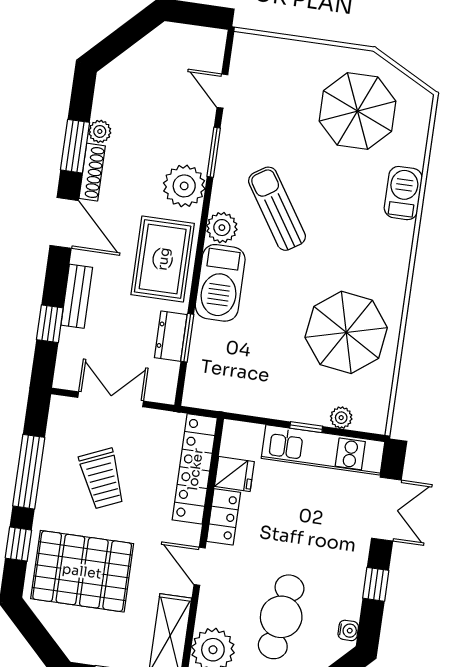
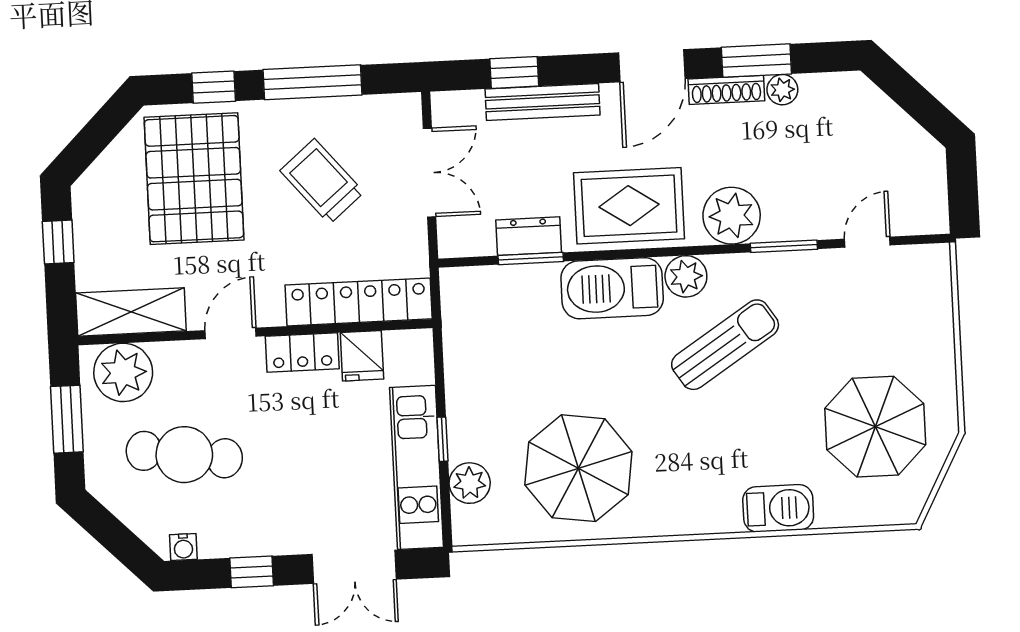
bench: (77, 296) -> (543, 102), width x1.36
plant: (341, 418) -> (470, 483), width x1.38, depth x1.38
trolley: (102, 479) -> (322, 181), turned 73

